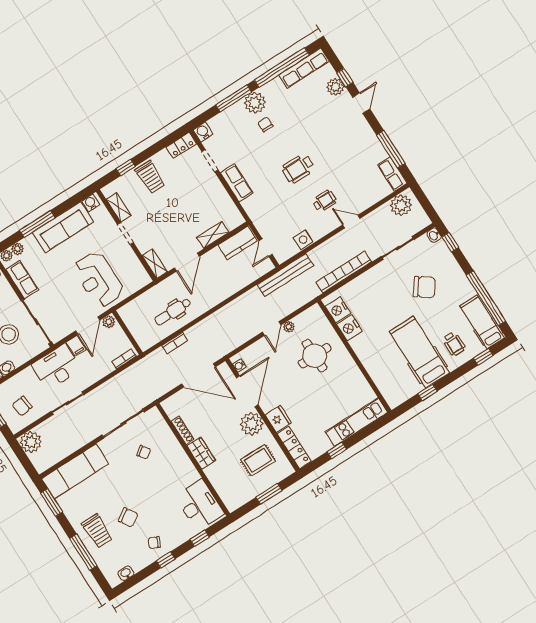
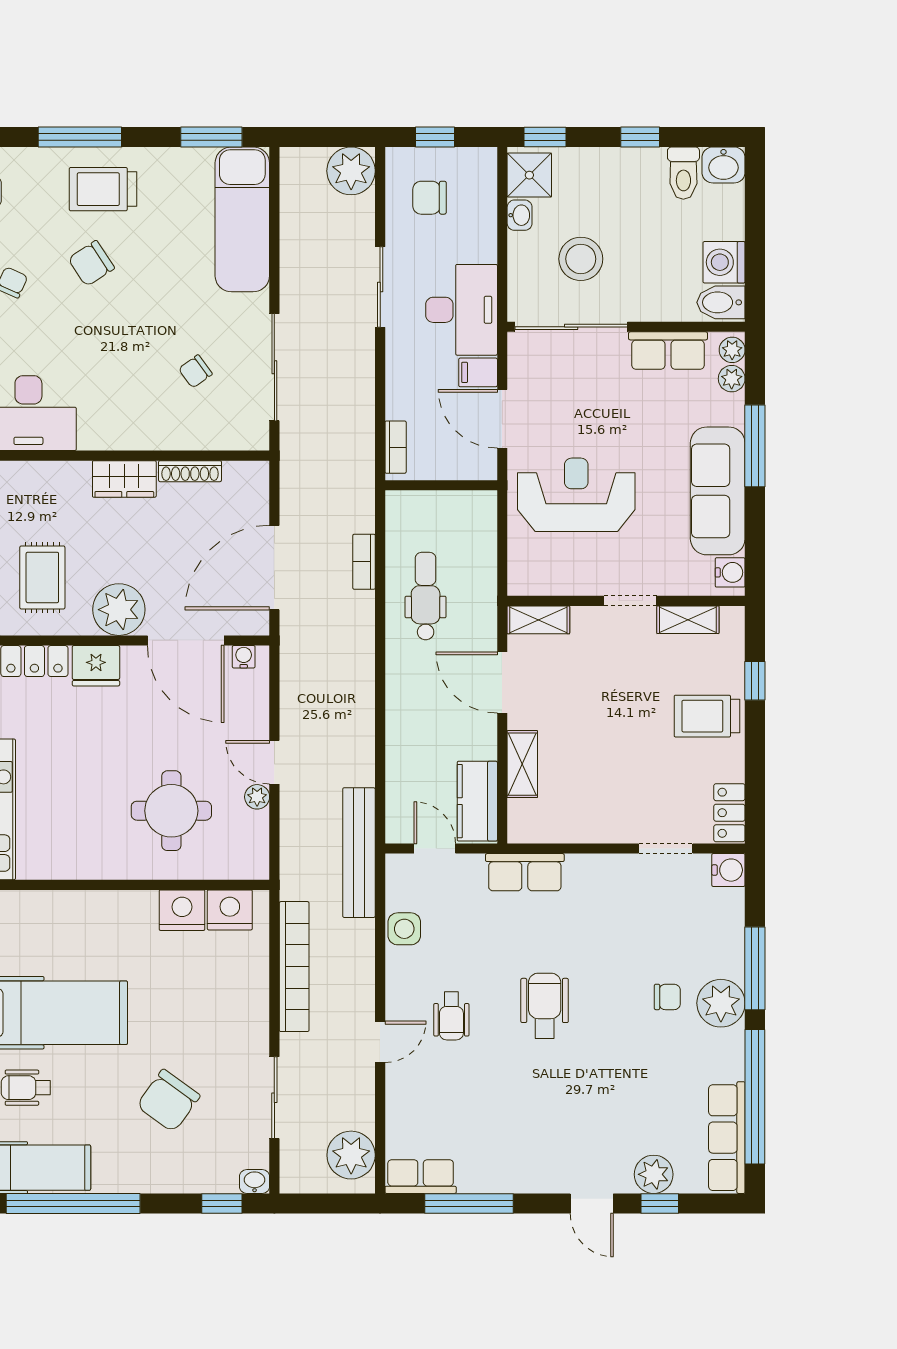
row of seats: (237, 183) -> (525, 872), moved
plant: (109, 322) -> (483, 463), removed
chair: (22, 406) -> (430, 198), turned -83

